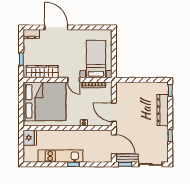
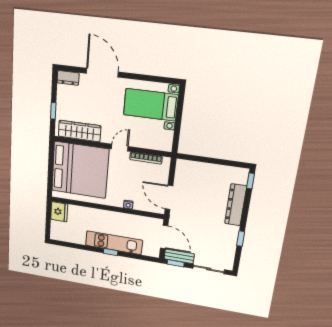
bed with nightstands: (96, 59) -> (151, 105), moved, turned -90
door: (74, 80) -> (120, 148), swing flipped
kitchen unit: (60, 156) -> (114, 243), moved

